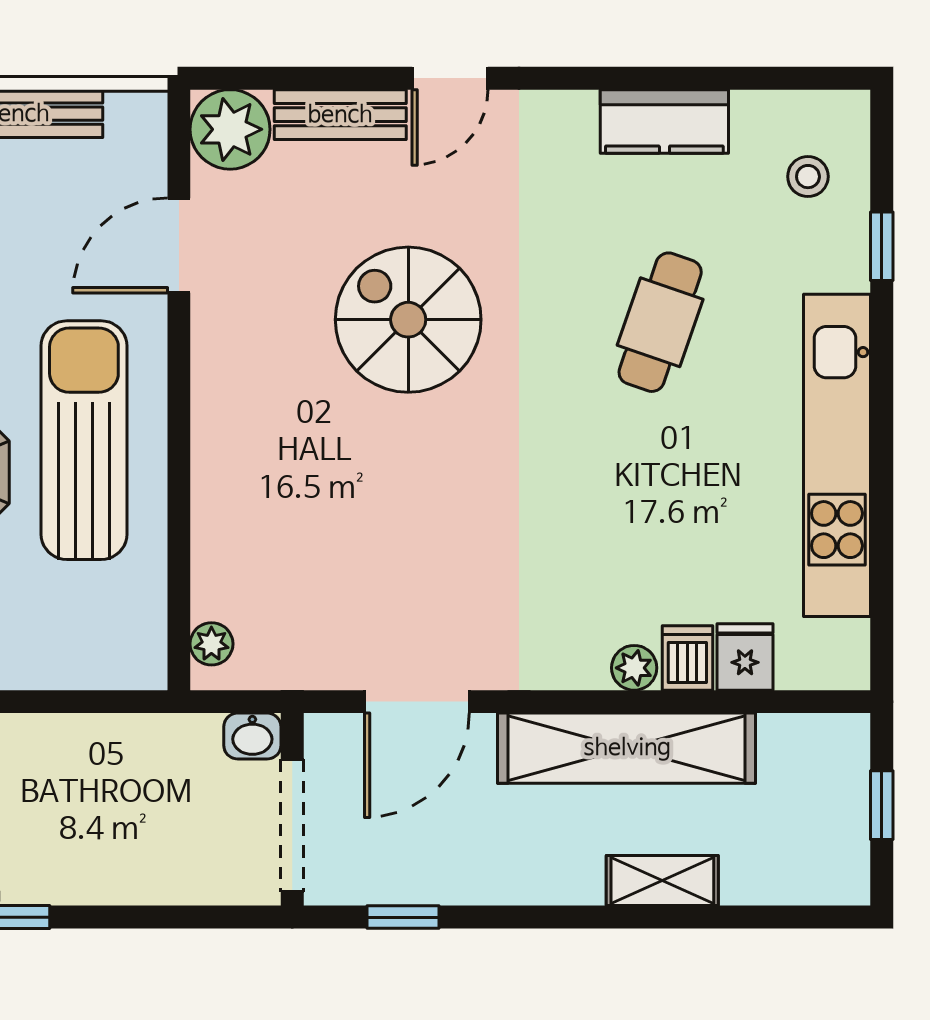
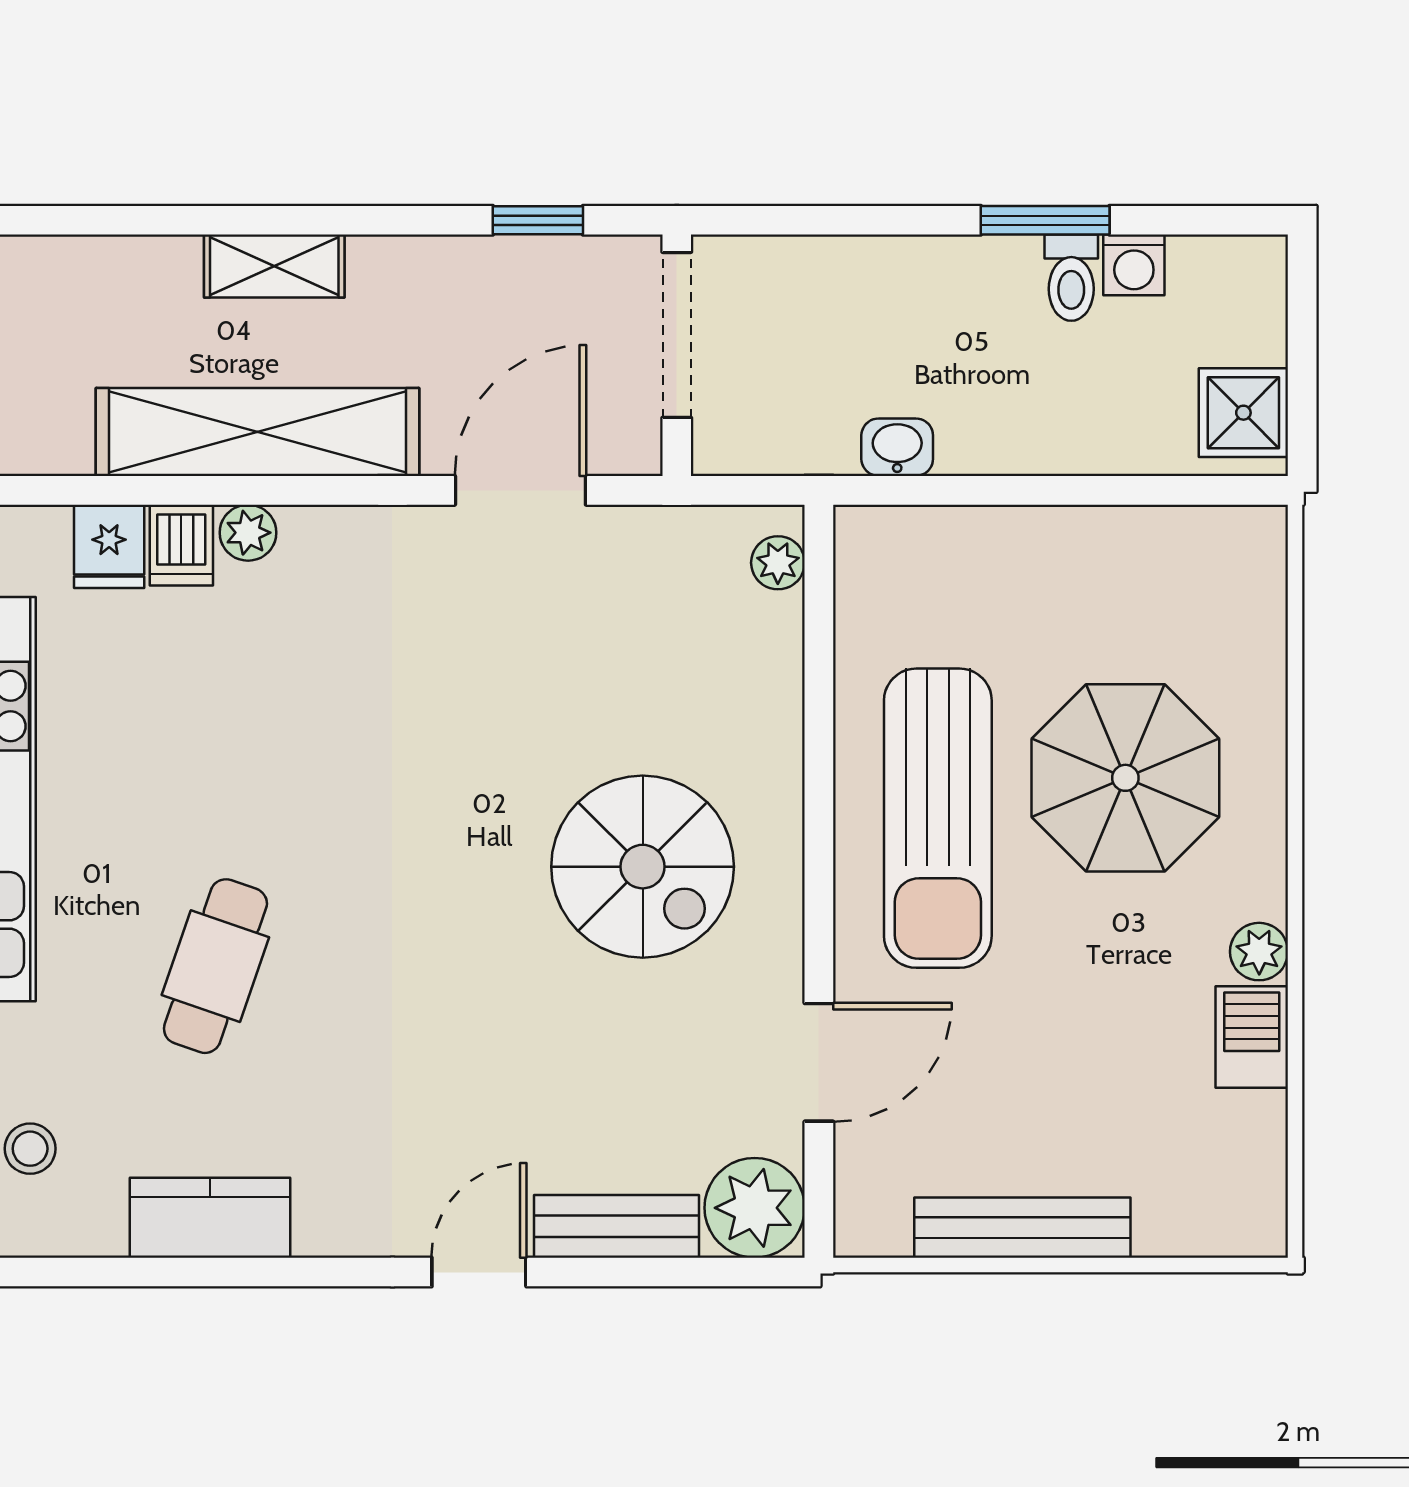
spiral stairs: (408, 320) -> (643, 867), moved
washbasin: (252, 736) -> (897, 447), moved
shelving: (662, 881) -> (274, 266), moved

